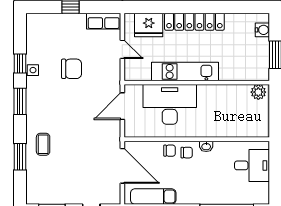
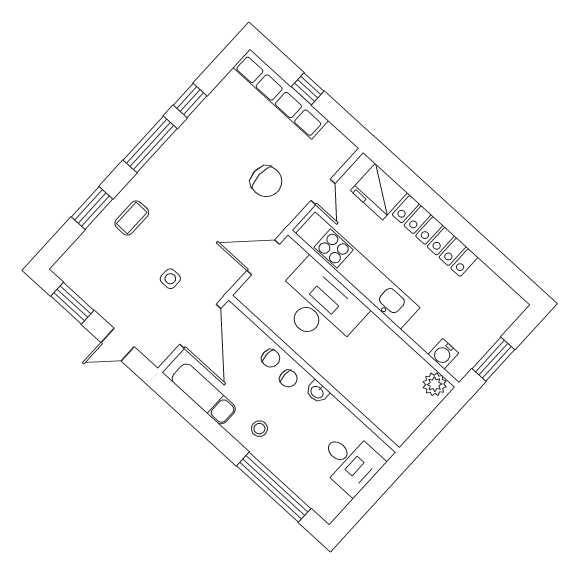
row of seats: (104, 21) -> (281, 94), moved, width x2.02
water cooler: (262, 30) -> (443, 354), moved, turned 90
chair: (72, 69) -> (266, 181), moved
side table: (33, 70) -> (170, 279), moved
kitchen unit: (185, 71) -> (358, 271), width x1.36
window: (20, 101) -> (150, 144), width x1.44
stool: (195, 189) -> (259, 429), added

